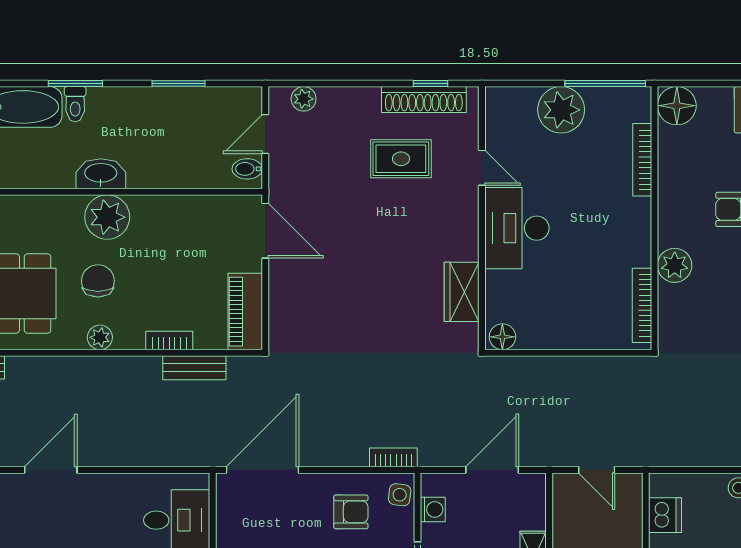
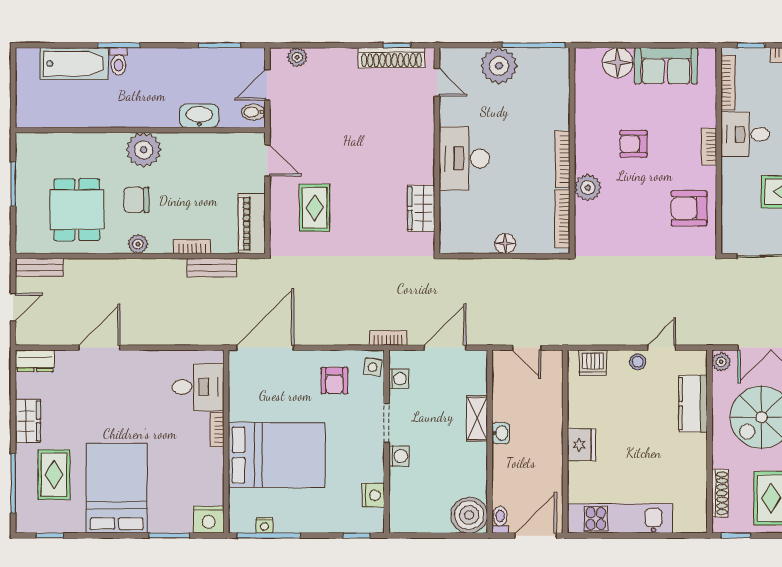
window: (179, 84) -> (220, 45), moved
floor lamp: (677, 106) -> (618, 63), moved
rug: (401, 159) -> (315, 208), moved, turned 90
bookcase: (642, 160) -> (562, 159), moved
door: (482, 168) -> (437, 82), moved
washbasin: (101, 174) -> (199, 116), moved
door: (265, 231) -> (267, 160), width x0.73
chair: (98, 281) -> (136, 200), turned -90
floor lamp: (502, 337) -> (505, 243), moved
bookcase: (393, 457) -> (388, 338), moved
armchair: (351, 512) -> (334, 381), turned 90
dishwasher: (665, 515) -> (593, 363), moved, turned 90

